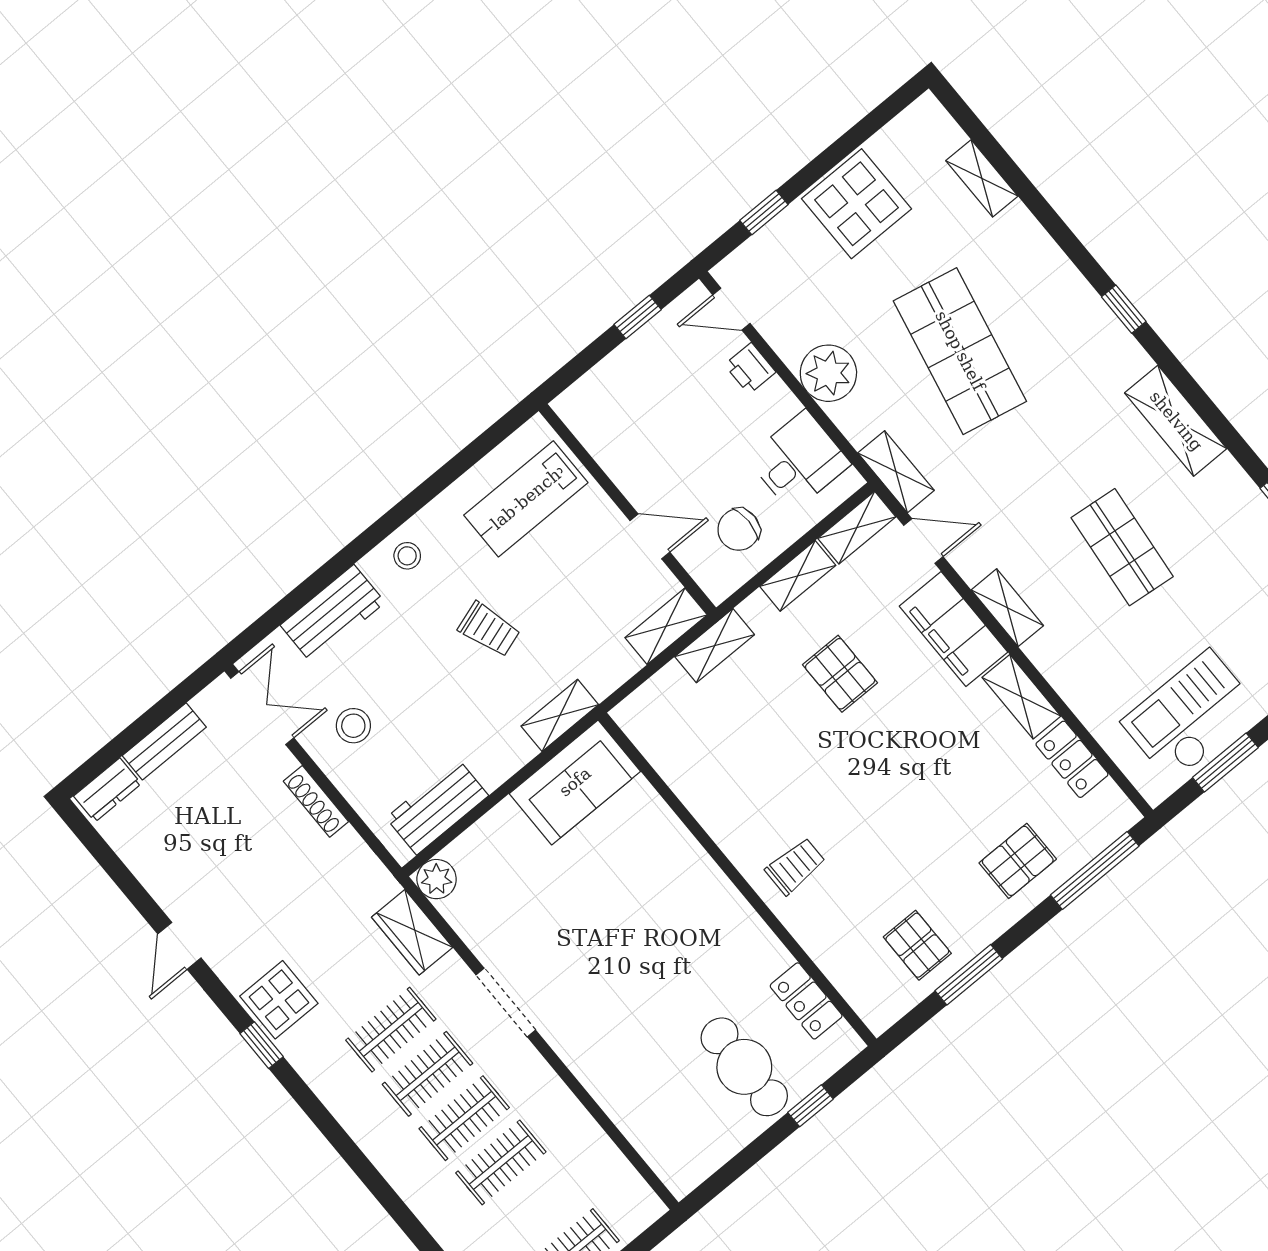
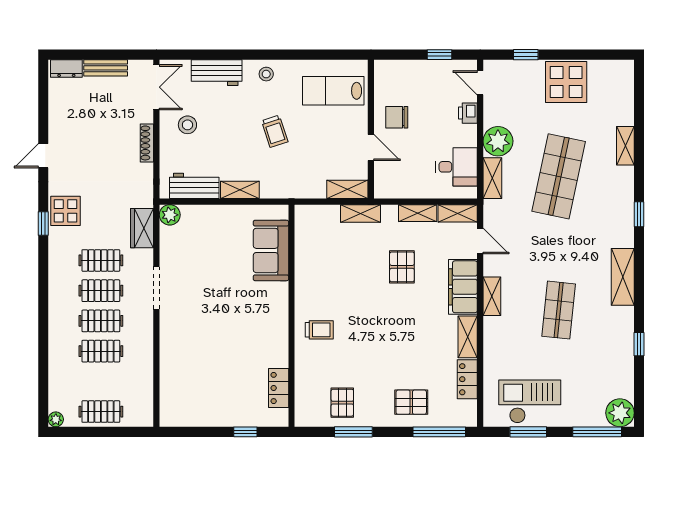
shelving: (982, 178) -> (625, 146), moved
shelving: (896, 472) -> (492, 178), moved
chair: (739, 530) -> (397, 117), moved
shelving: (560, 715) -> (240, 190), moved
sofa: (575, 782) -> (271, 250), moved, turned 90
cafe table: (744, 1067) -> (231, 394), removed

